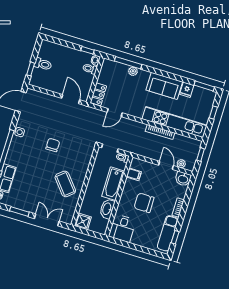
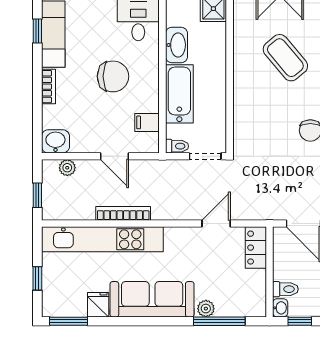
sofa: (164, 86) -> (152, 299), width x1.36
door: (166, 165) -> (114, 156), moved
coffee table: (65, 184) -> (285, 58), moved

